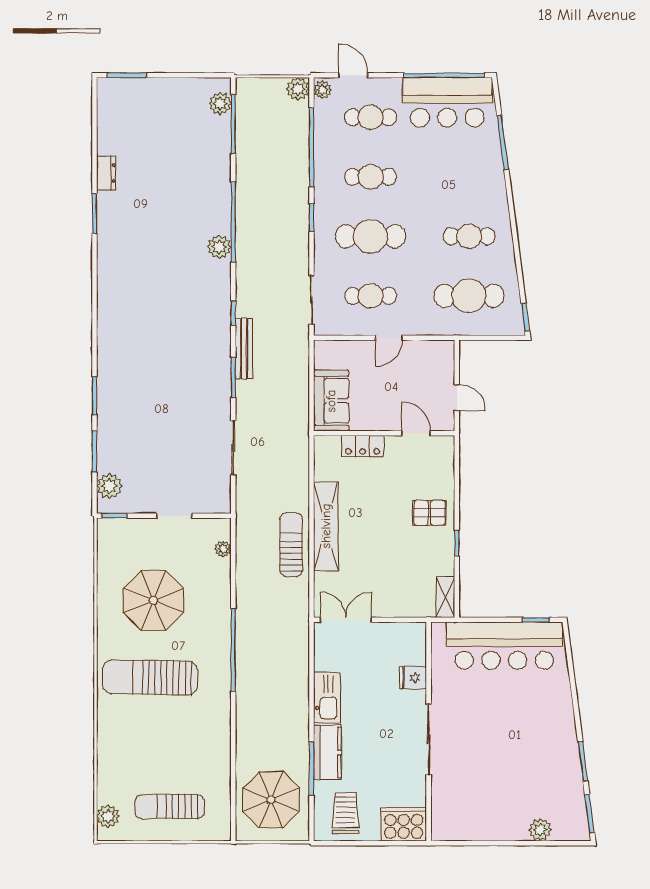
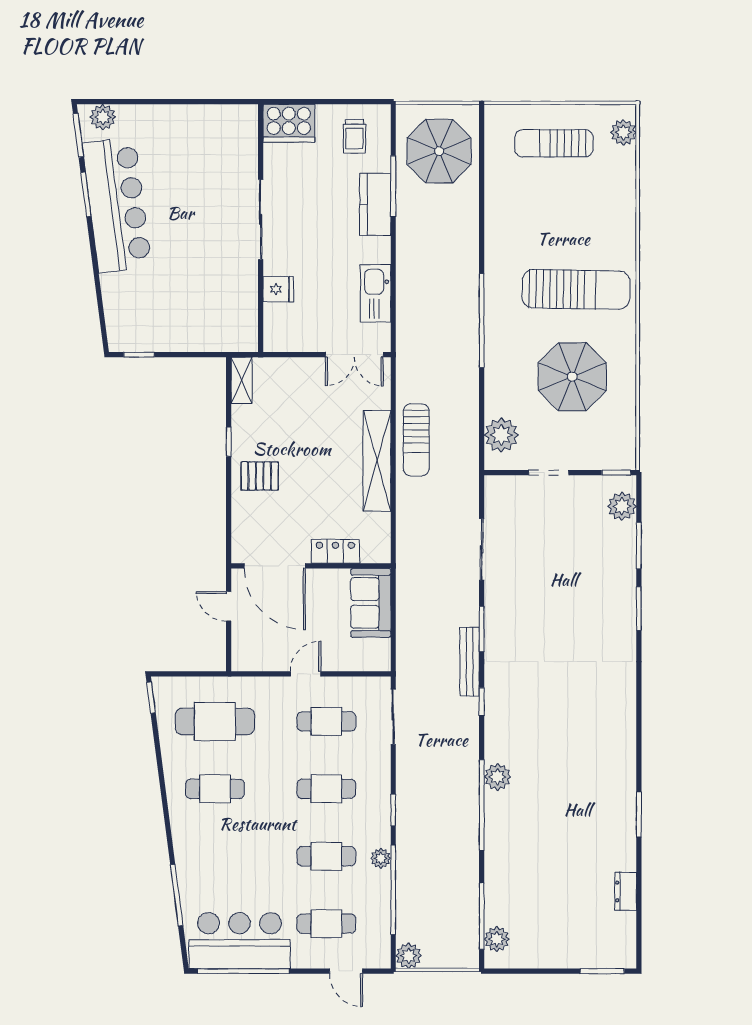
plant: (322, 90) -> (381, 858), moved
dresser: (106, 173) -> (626, 891), moved
cafe table: (371, 236) -> (326, 789), width x0.73, depth x0.74
door: (416, 433) -> (275, 566), width x1.88
plant: (223, 549) -> (501, 435), width x1.87, depth x1.87
bar counter: (504, 646) -> (117, 205), moved, turned 83
kitchen sink: (327, 698) -> (376, 293), moved
sun lounger: (169, 807) -> (554, 143), turned 180
trolley: (346, 813) -> (354, 136), width x0.73, depth x0.72
plant: (540, 830) -> (103, 117), moved

